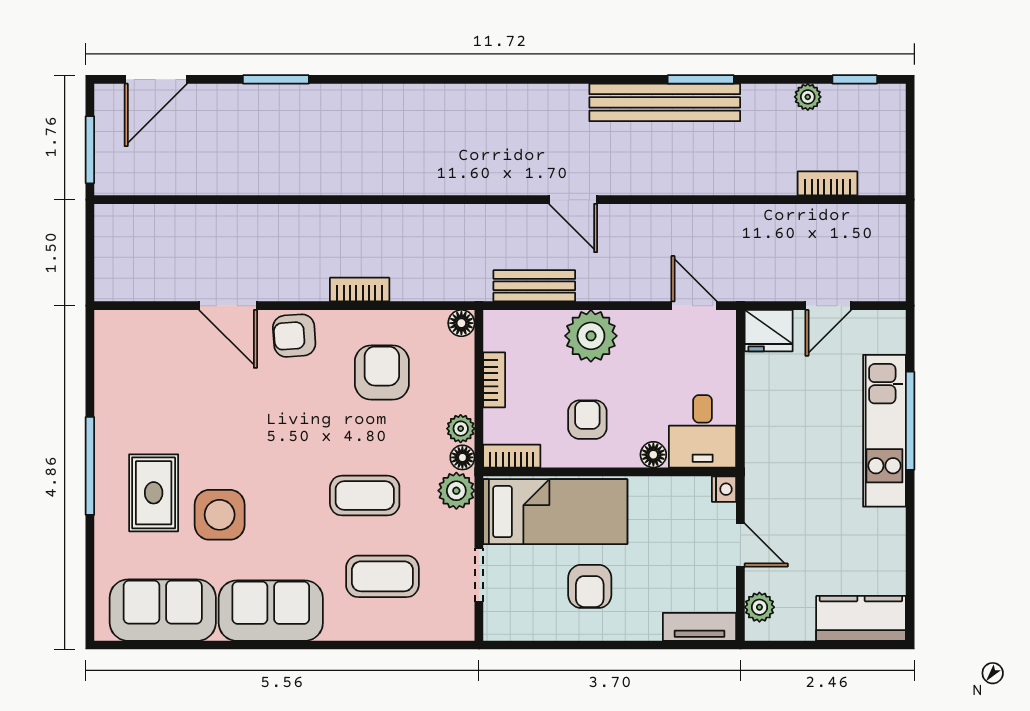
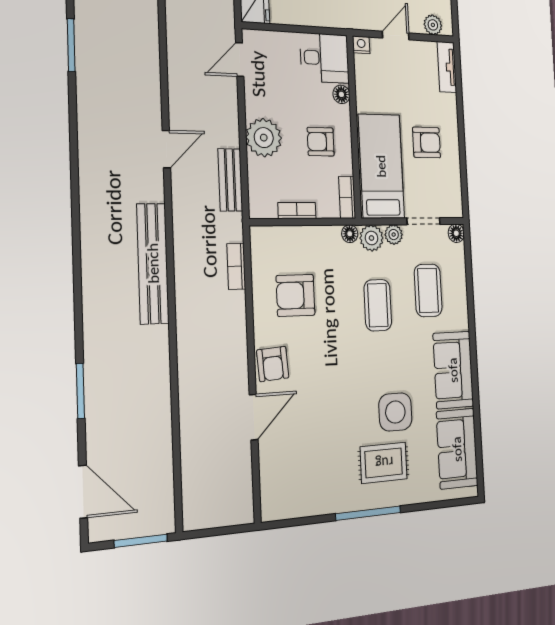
bench: (665, 102) -> (153, 263), moved
bookcase: (360, 290) -> (236, 266), moved
floor lamp: (461, 323) -> (456, 233), moved
plant: (461, 429) -> (394, 235), moved

